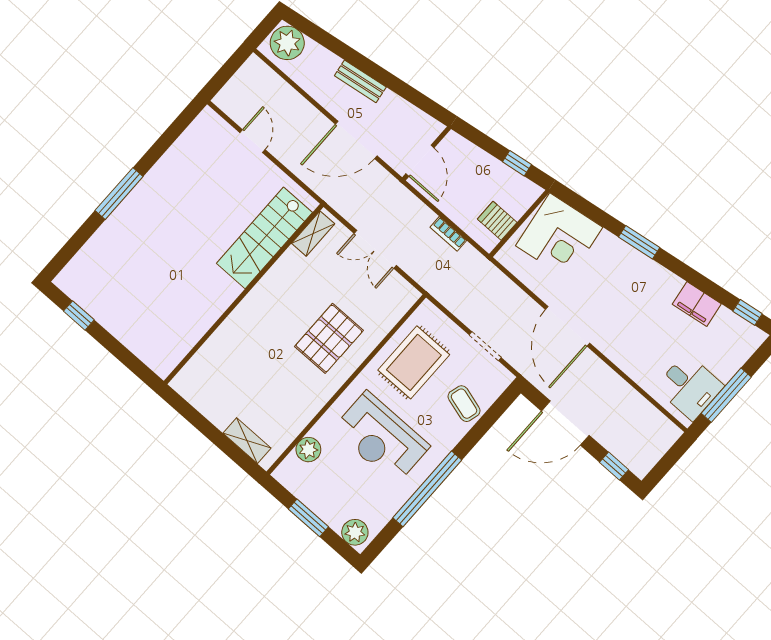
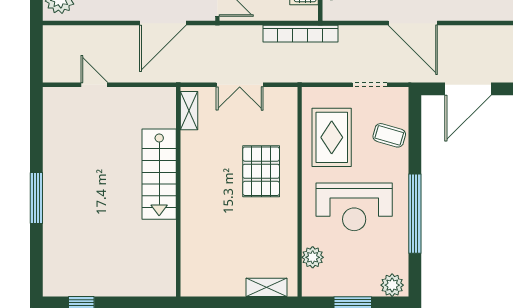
bookcase: (448, 234) -> (300, 34), width x2.31, depth x1.31
stairs: (264, 238) -> (159, 174), moved

